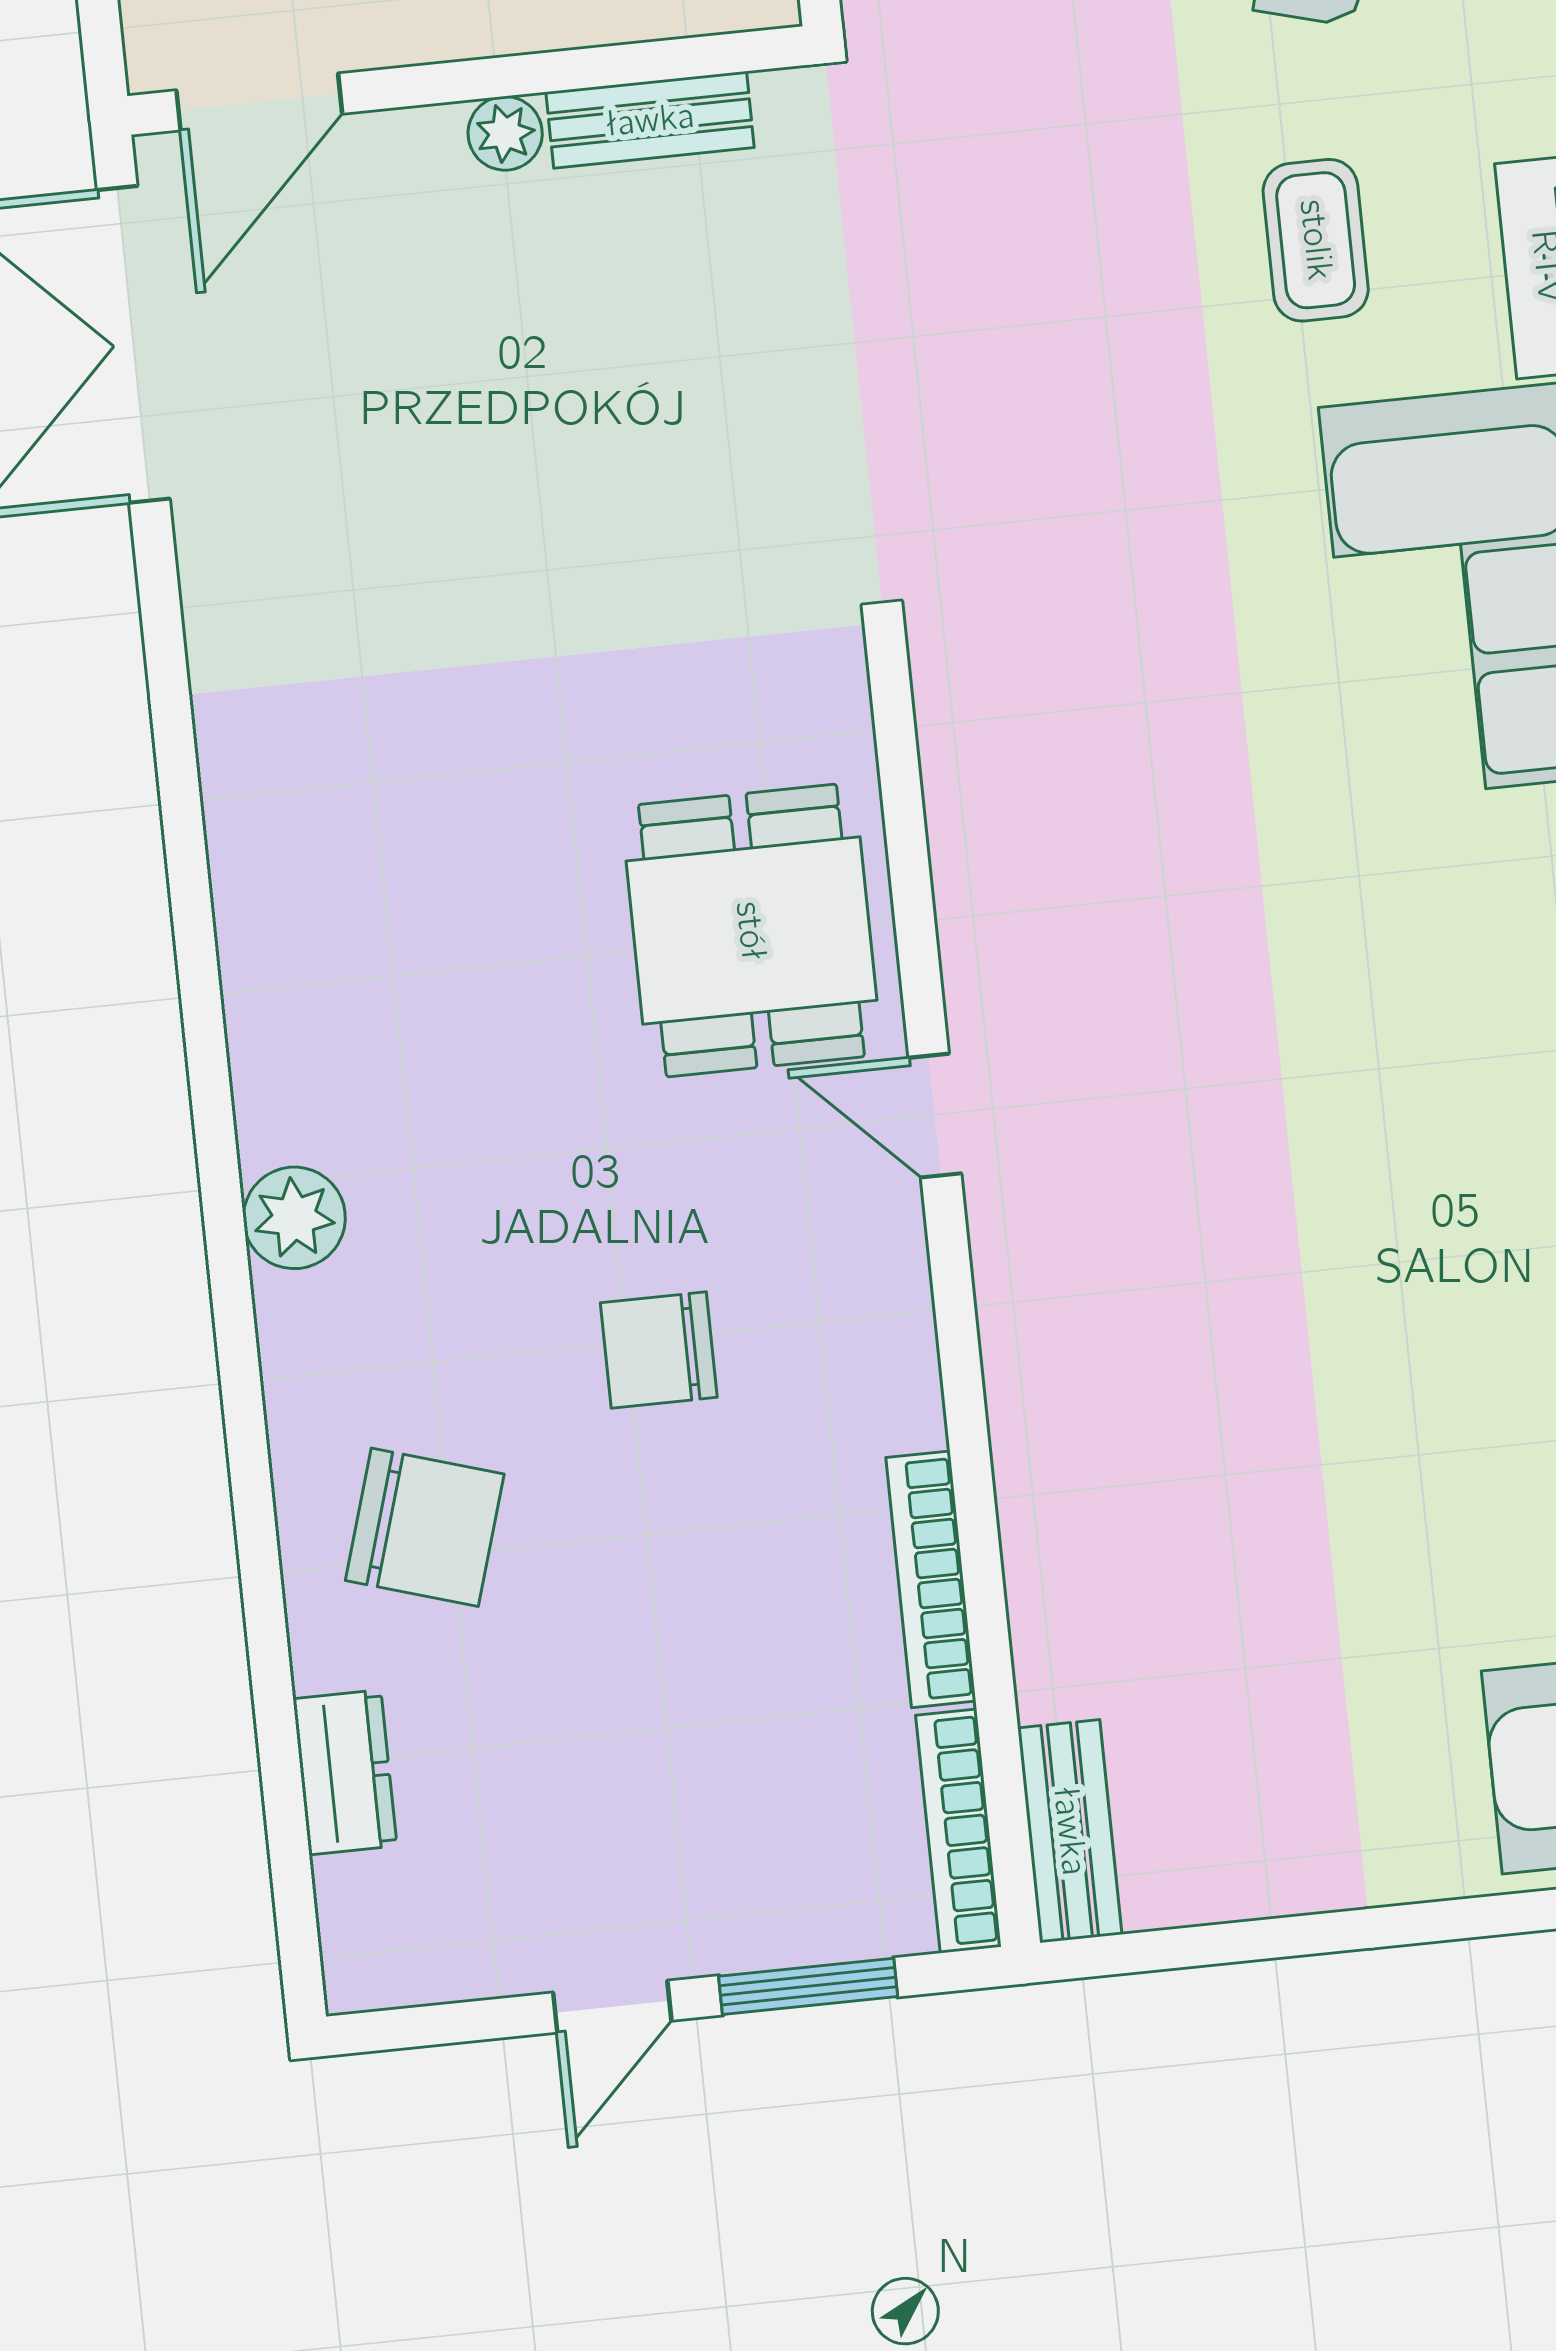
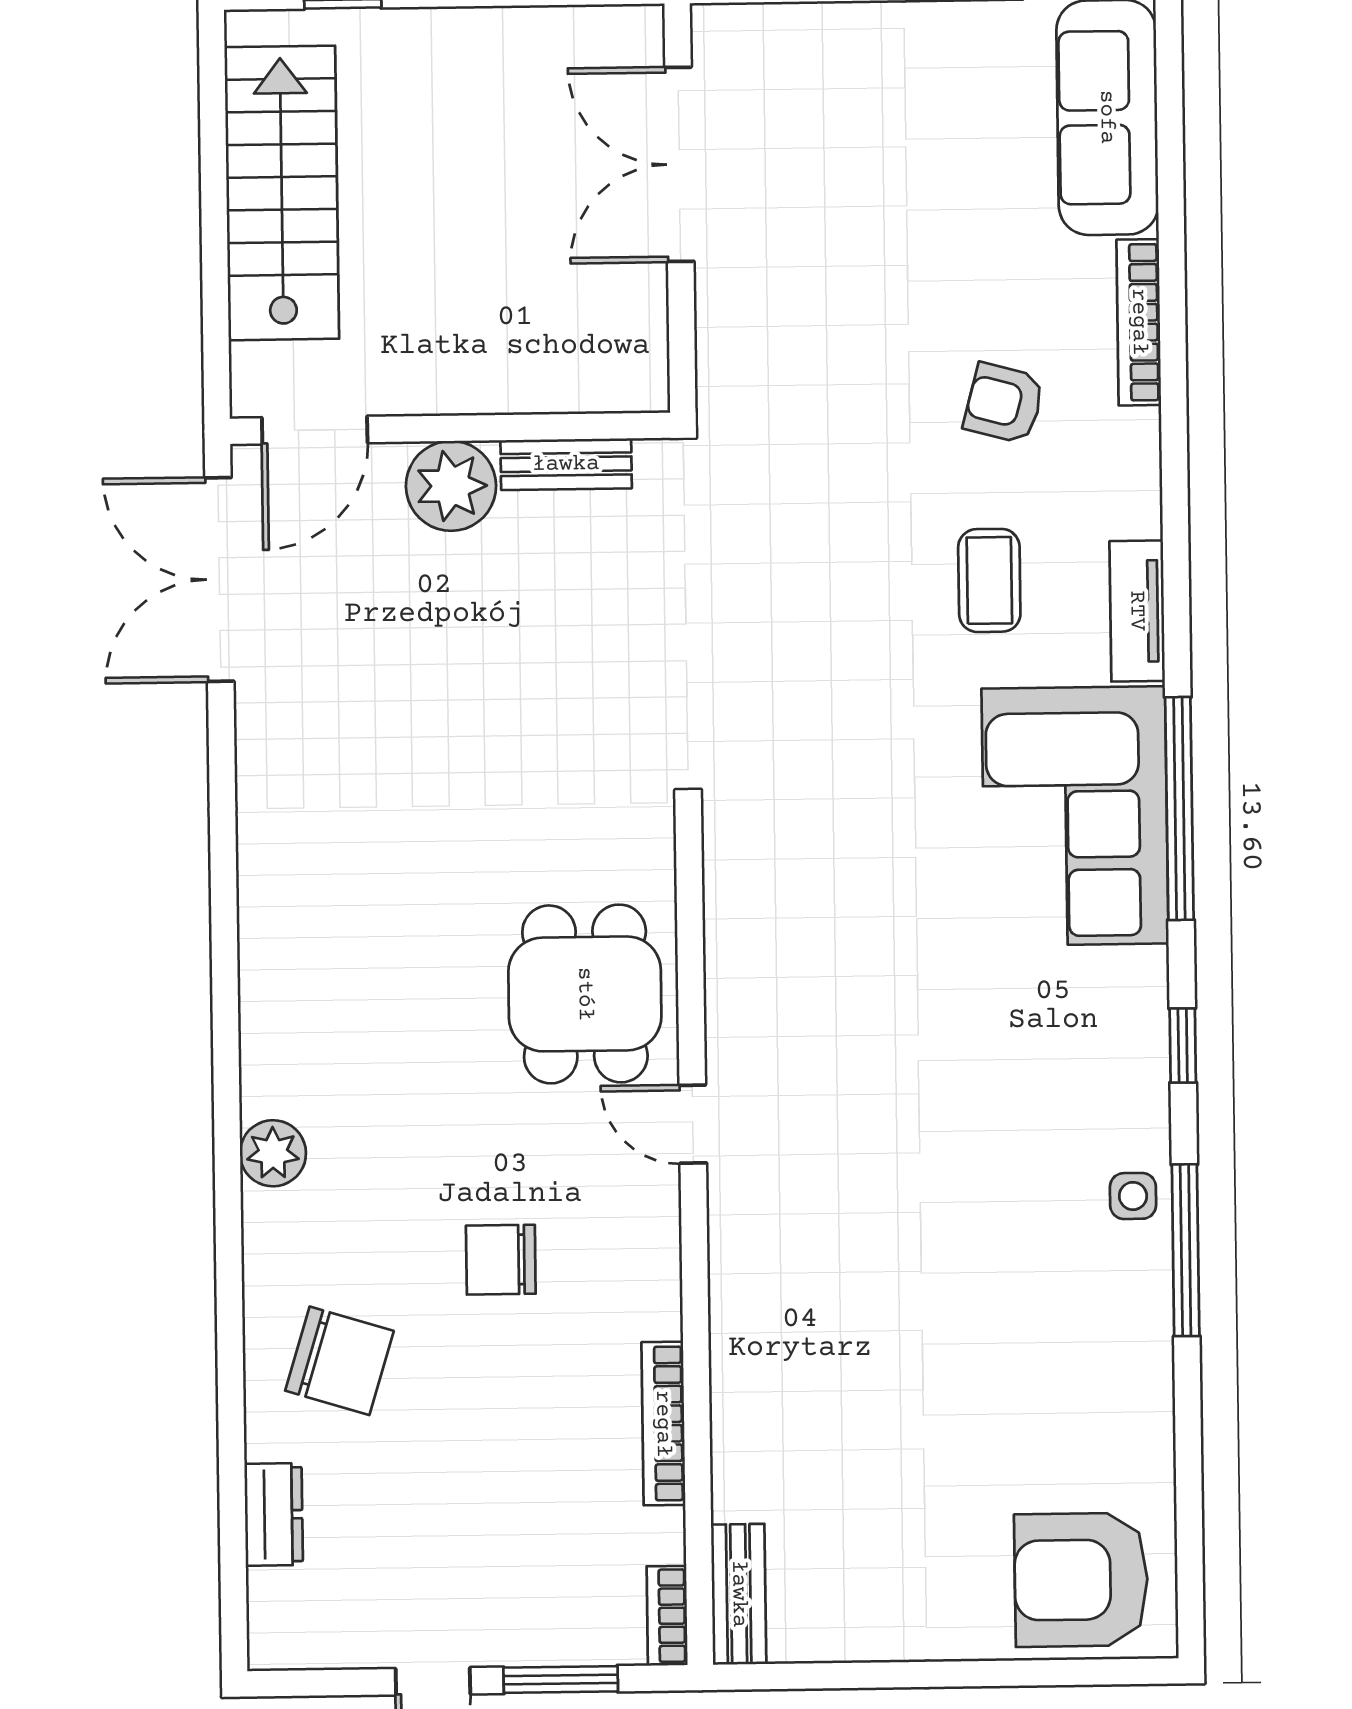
plant: (505, 133) -> (451, 486), width x1.87, depth x1.87
bookcase: (958, 1831) -> (667, 1616), width x0.64

